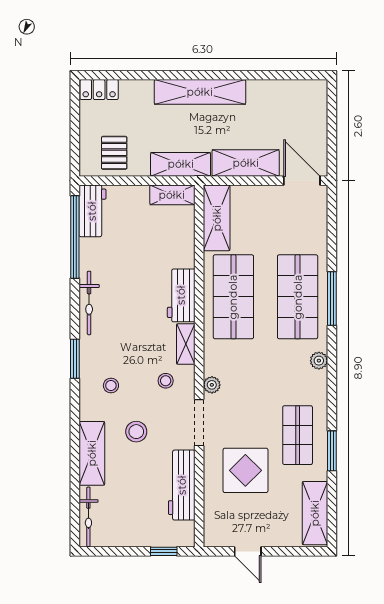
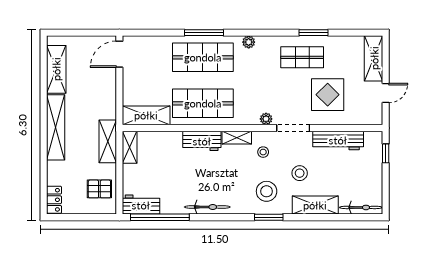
shelving: (246, 163) -> (56, 69), moved
window: (75, 359) -> (269, 217), moved
stool: (111, 385) -> (267, 191), width x1.89, depth x1.89
shelving: (315, 513) -> (374, 58), moved, turned 90

